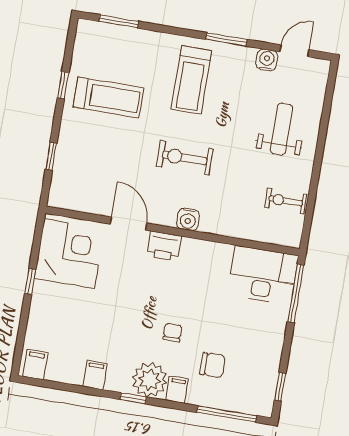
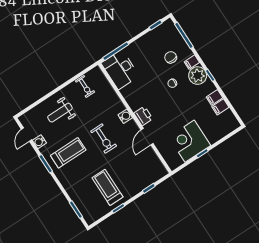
door: (294, 51) -> (27, 135), hinge flipped
treadmill: (191, 80) -> (68, 153), moved
corner desk: (69, 254) -> (190, 141), moved
filing cabinet: (35, 364) -> (220, 107), moved

